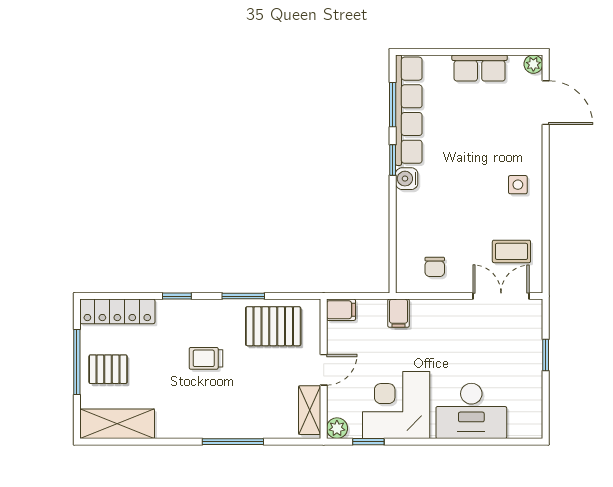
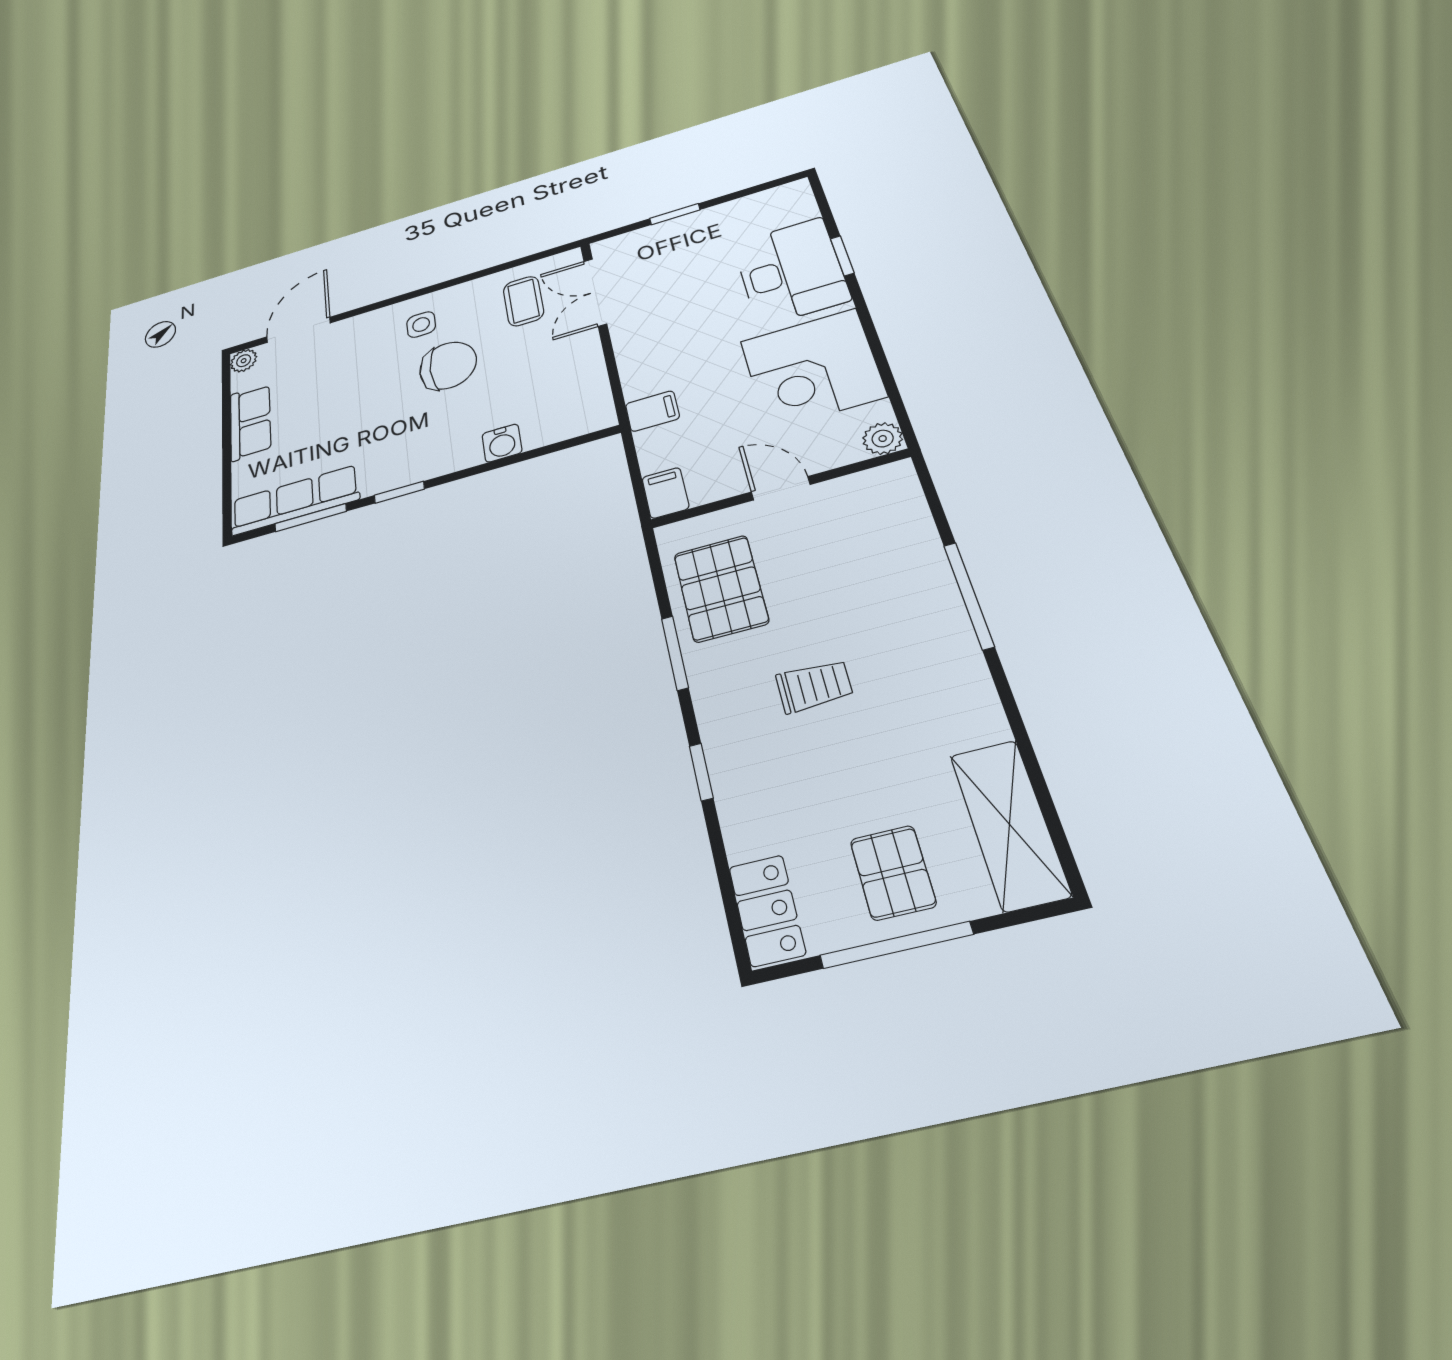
row of seats: (409, 110) -> (295, 500), width x0.73
water cooler: (407, 179) -> (502, 443), moved
chair: (435, 267) -> (448, 366), moved, width x1.87, depth x1.87
locker: (117, 311) -> (767, 910), width x0.66
trolley: (206, 358) -> (814, 686), turned -90
shelving: (310, 410) -> (863, 488), removed
window: (368, 442) -> (842, 256), moved

